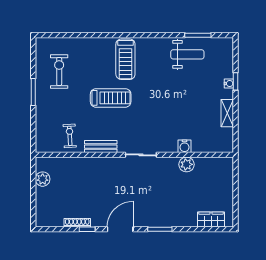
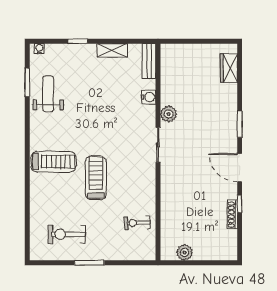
water cooler: (229, 84) -> (39, 49), moved
bench: (101, 147) -> (149, 61), moved
plant: (186, 164) -> (169, 114), moved

